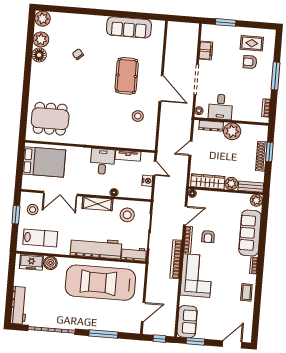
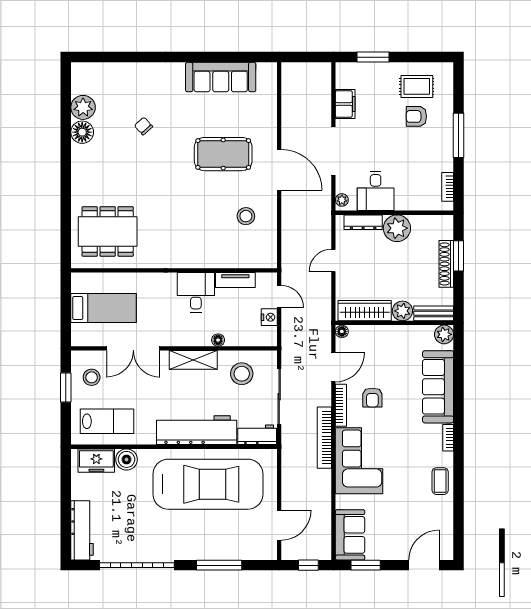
plant: (43, 19) -> (83, 74), removed
pool table: (127, 76) -> (223, 154), turned 90
bed: (44, 162) -> (103, 308), width x0.67
car: (100, 283) -> (208, 484), turned 180

